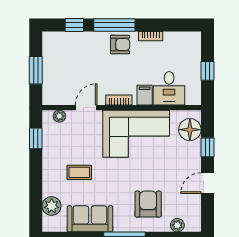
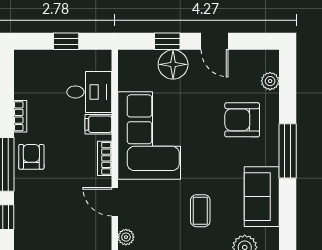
floor lamp: (190, 130) -> (173, 64), moved

